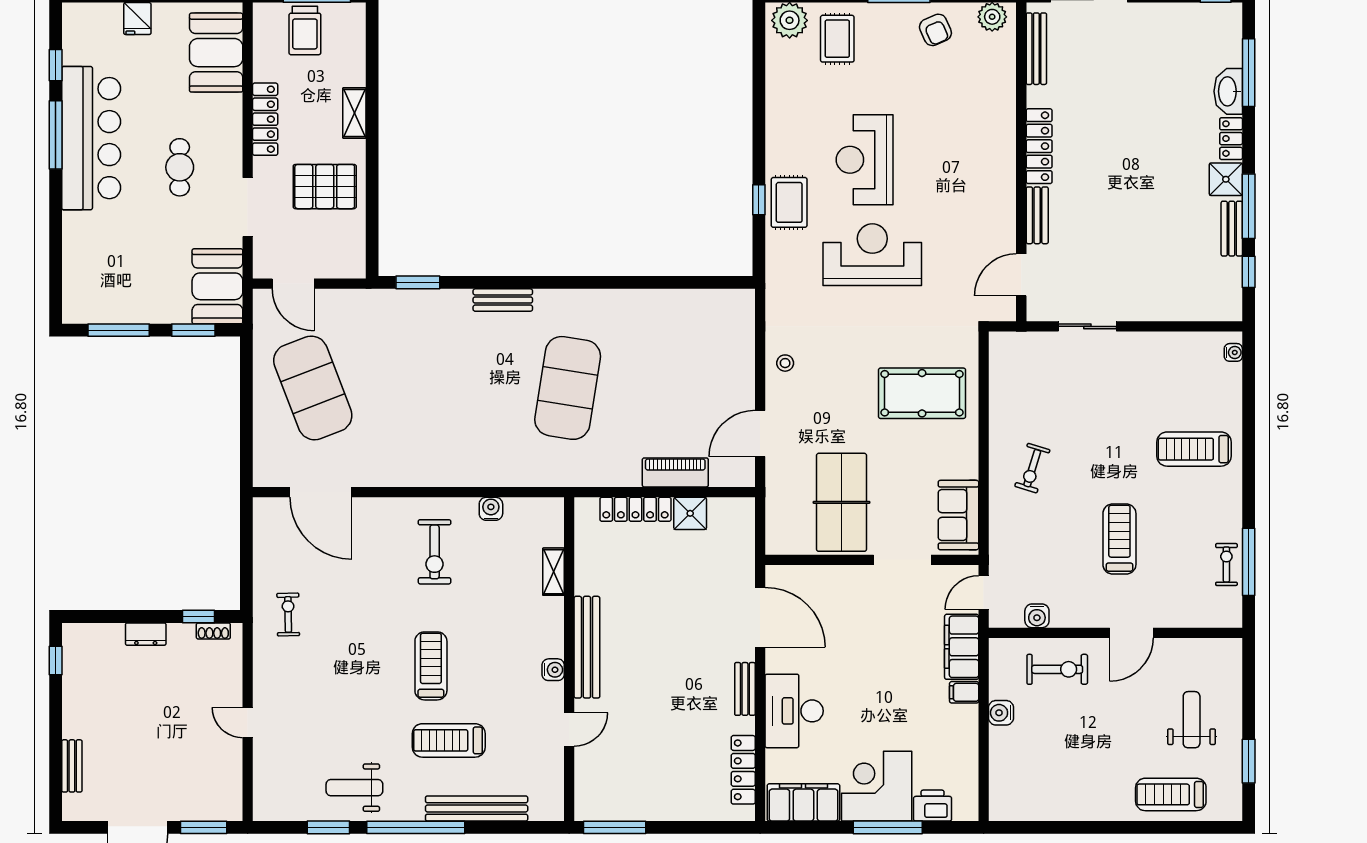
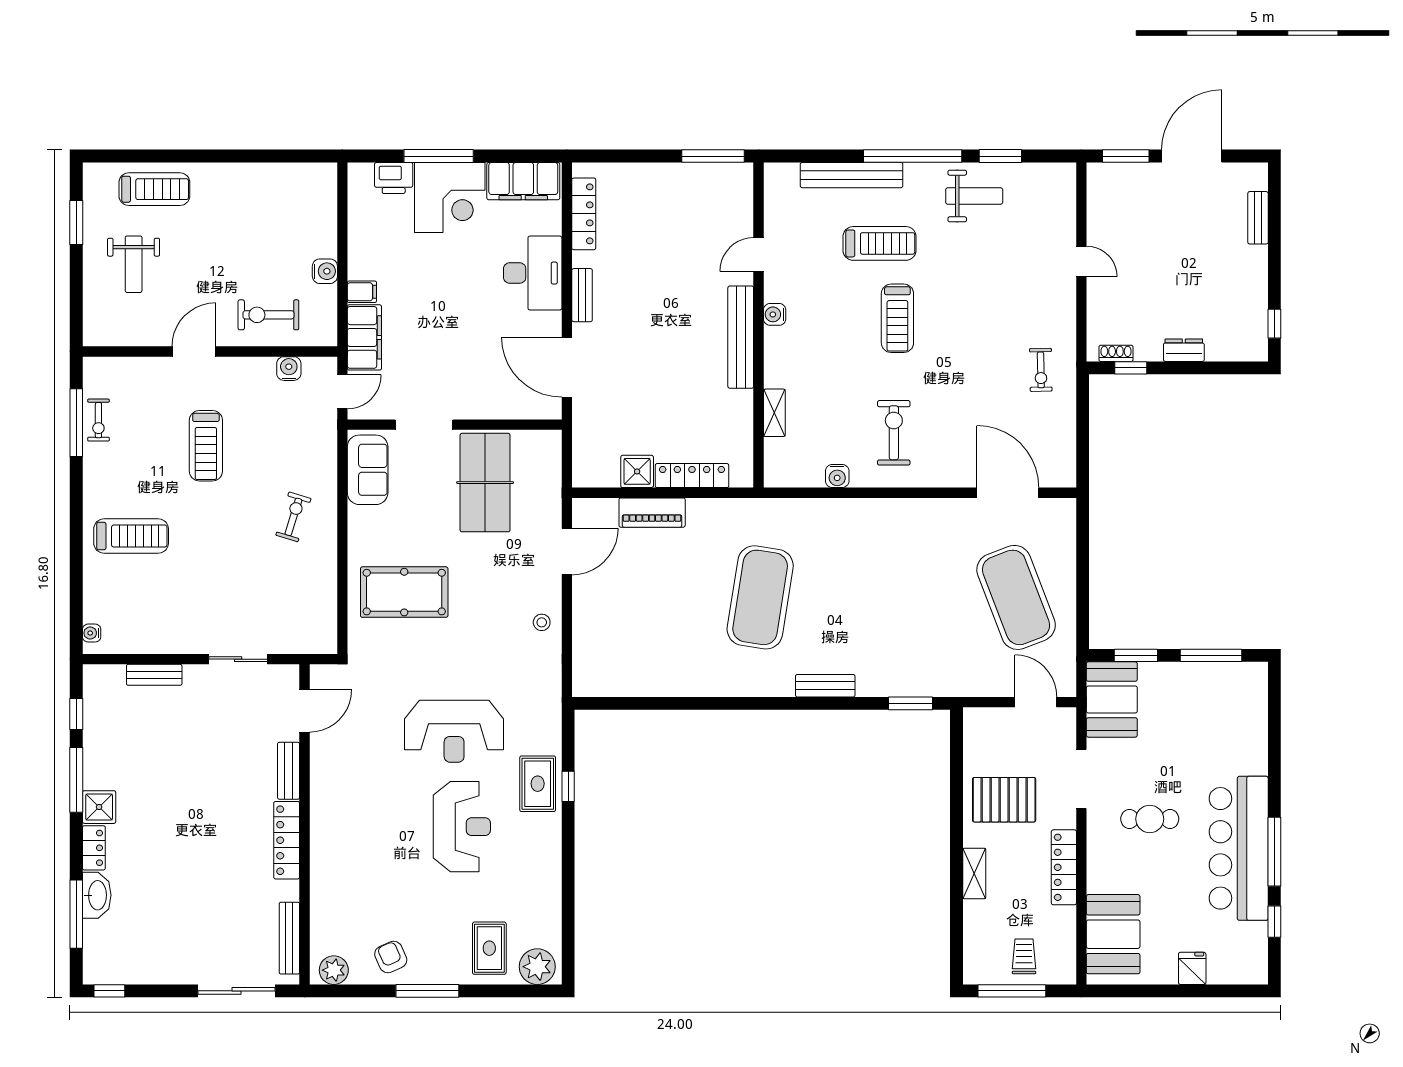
trolley: (305, 31) -> (1024, 956), width x0.73, depth x0.72
cafe table: (180, 167) -> (1150, 819), turned 90
bench: (1232, 229) -> (154, 675), moved, turned 90

